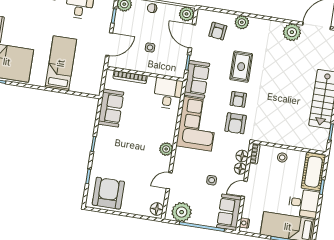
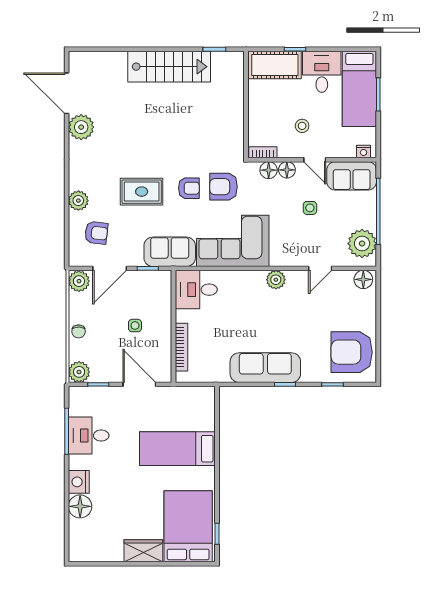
sofa: (111, 108) -> (265, 368), moved, width x1.36
armchair: (236, 123) -> (224, 187), turned 180
stool: (282, 157) -> (302, 126), moved
door: (169, 181) -> (320, 268), hinge flipped

